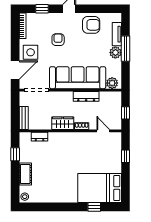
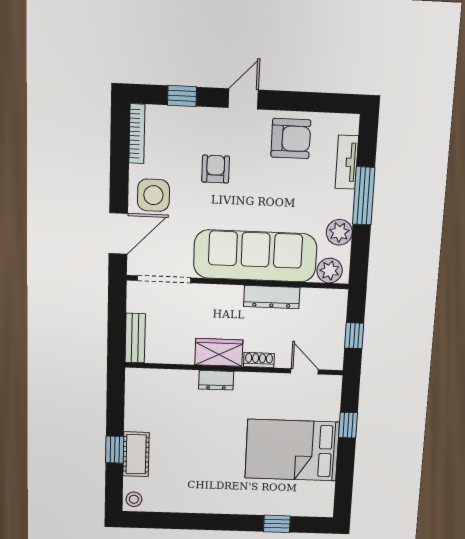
plant: (115, 53) -> (339, 232), moved
dresser: (40, 137) -> (216, 380), moved
window: (15, 154) -> (115, 450), moved
bed: (100, 188) -> (292, 450), moved

